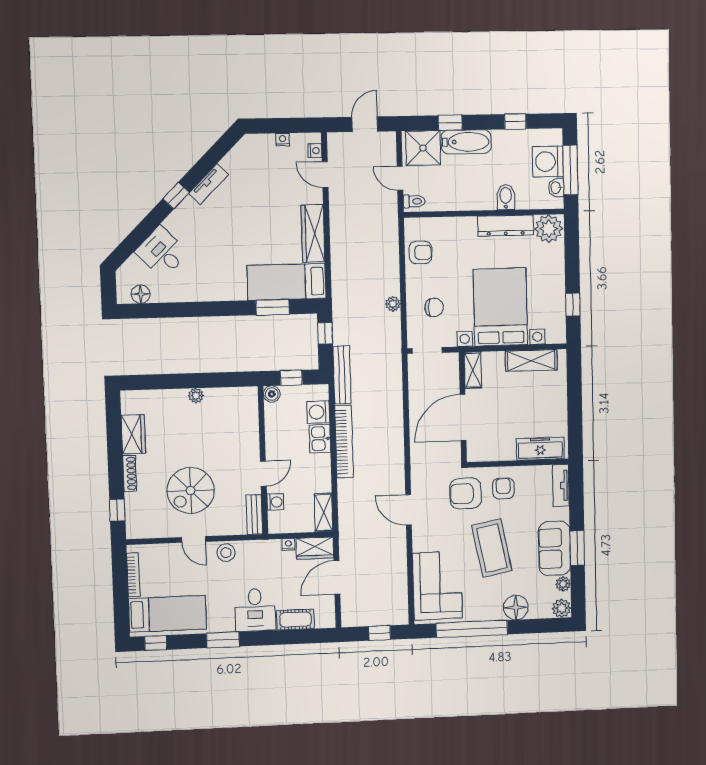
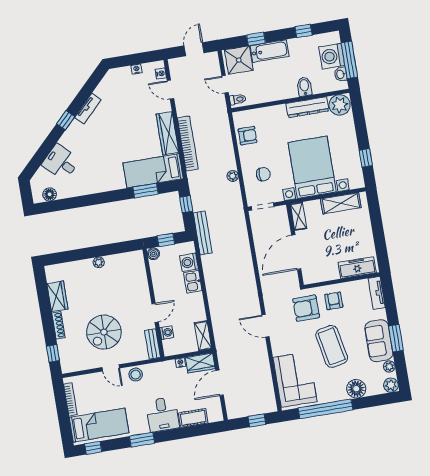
bookcase: (344, 442) -> (188, 143), moved

